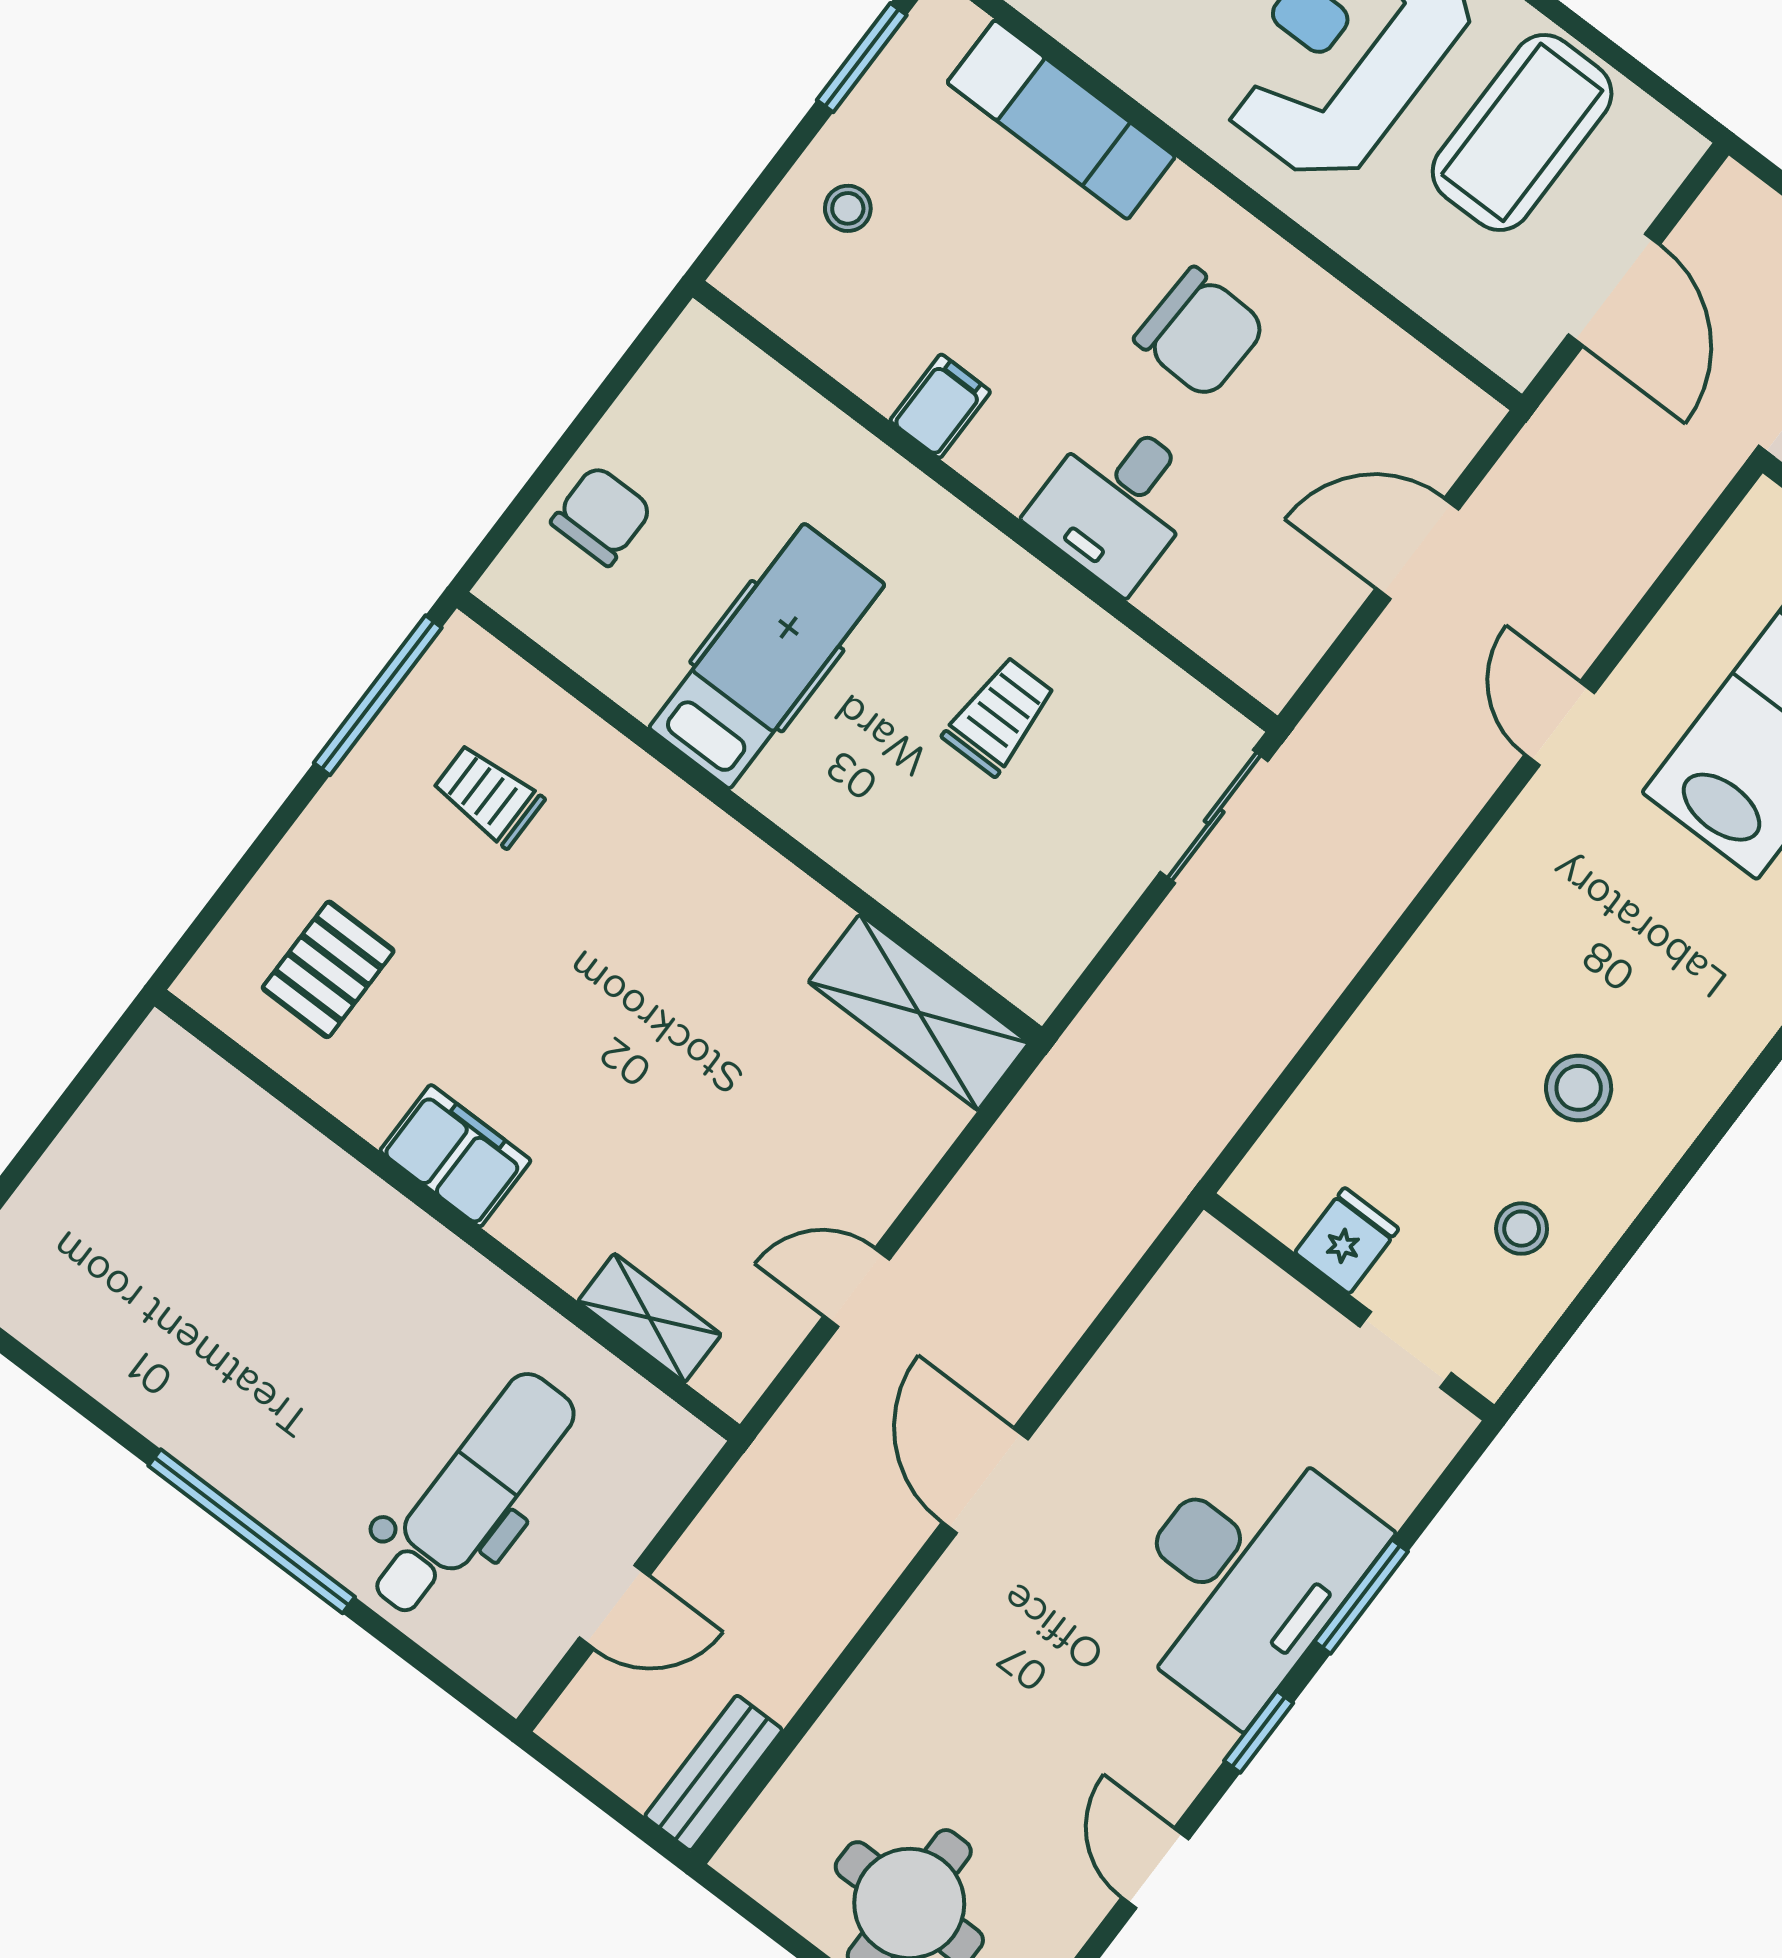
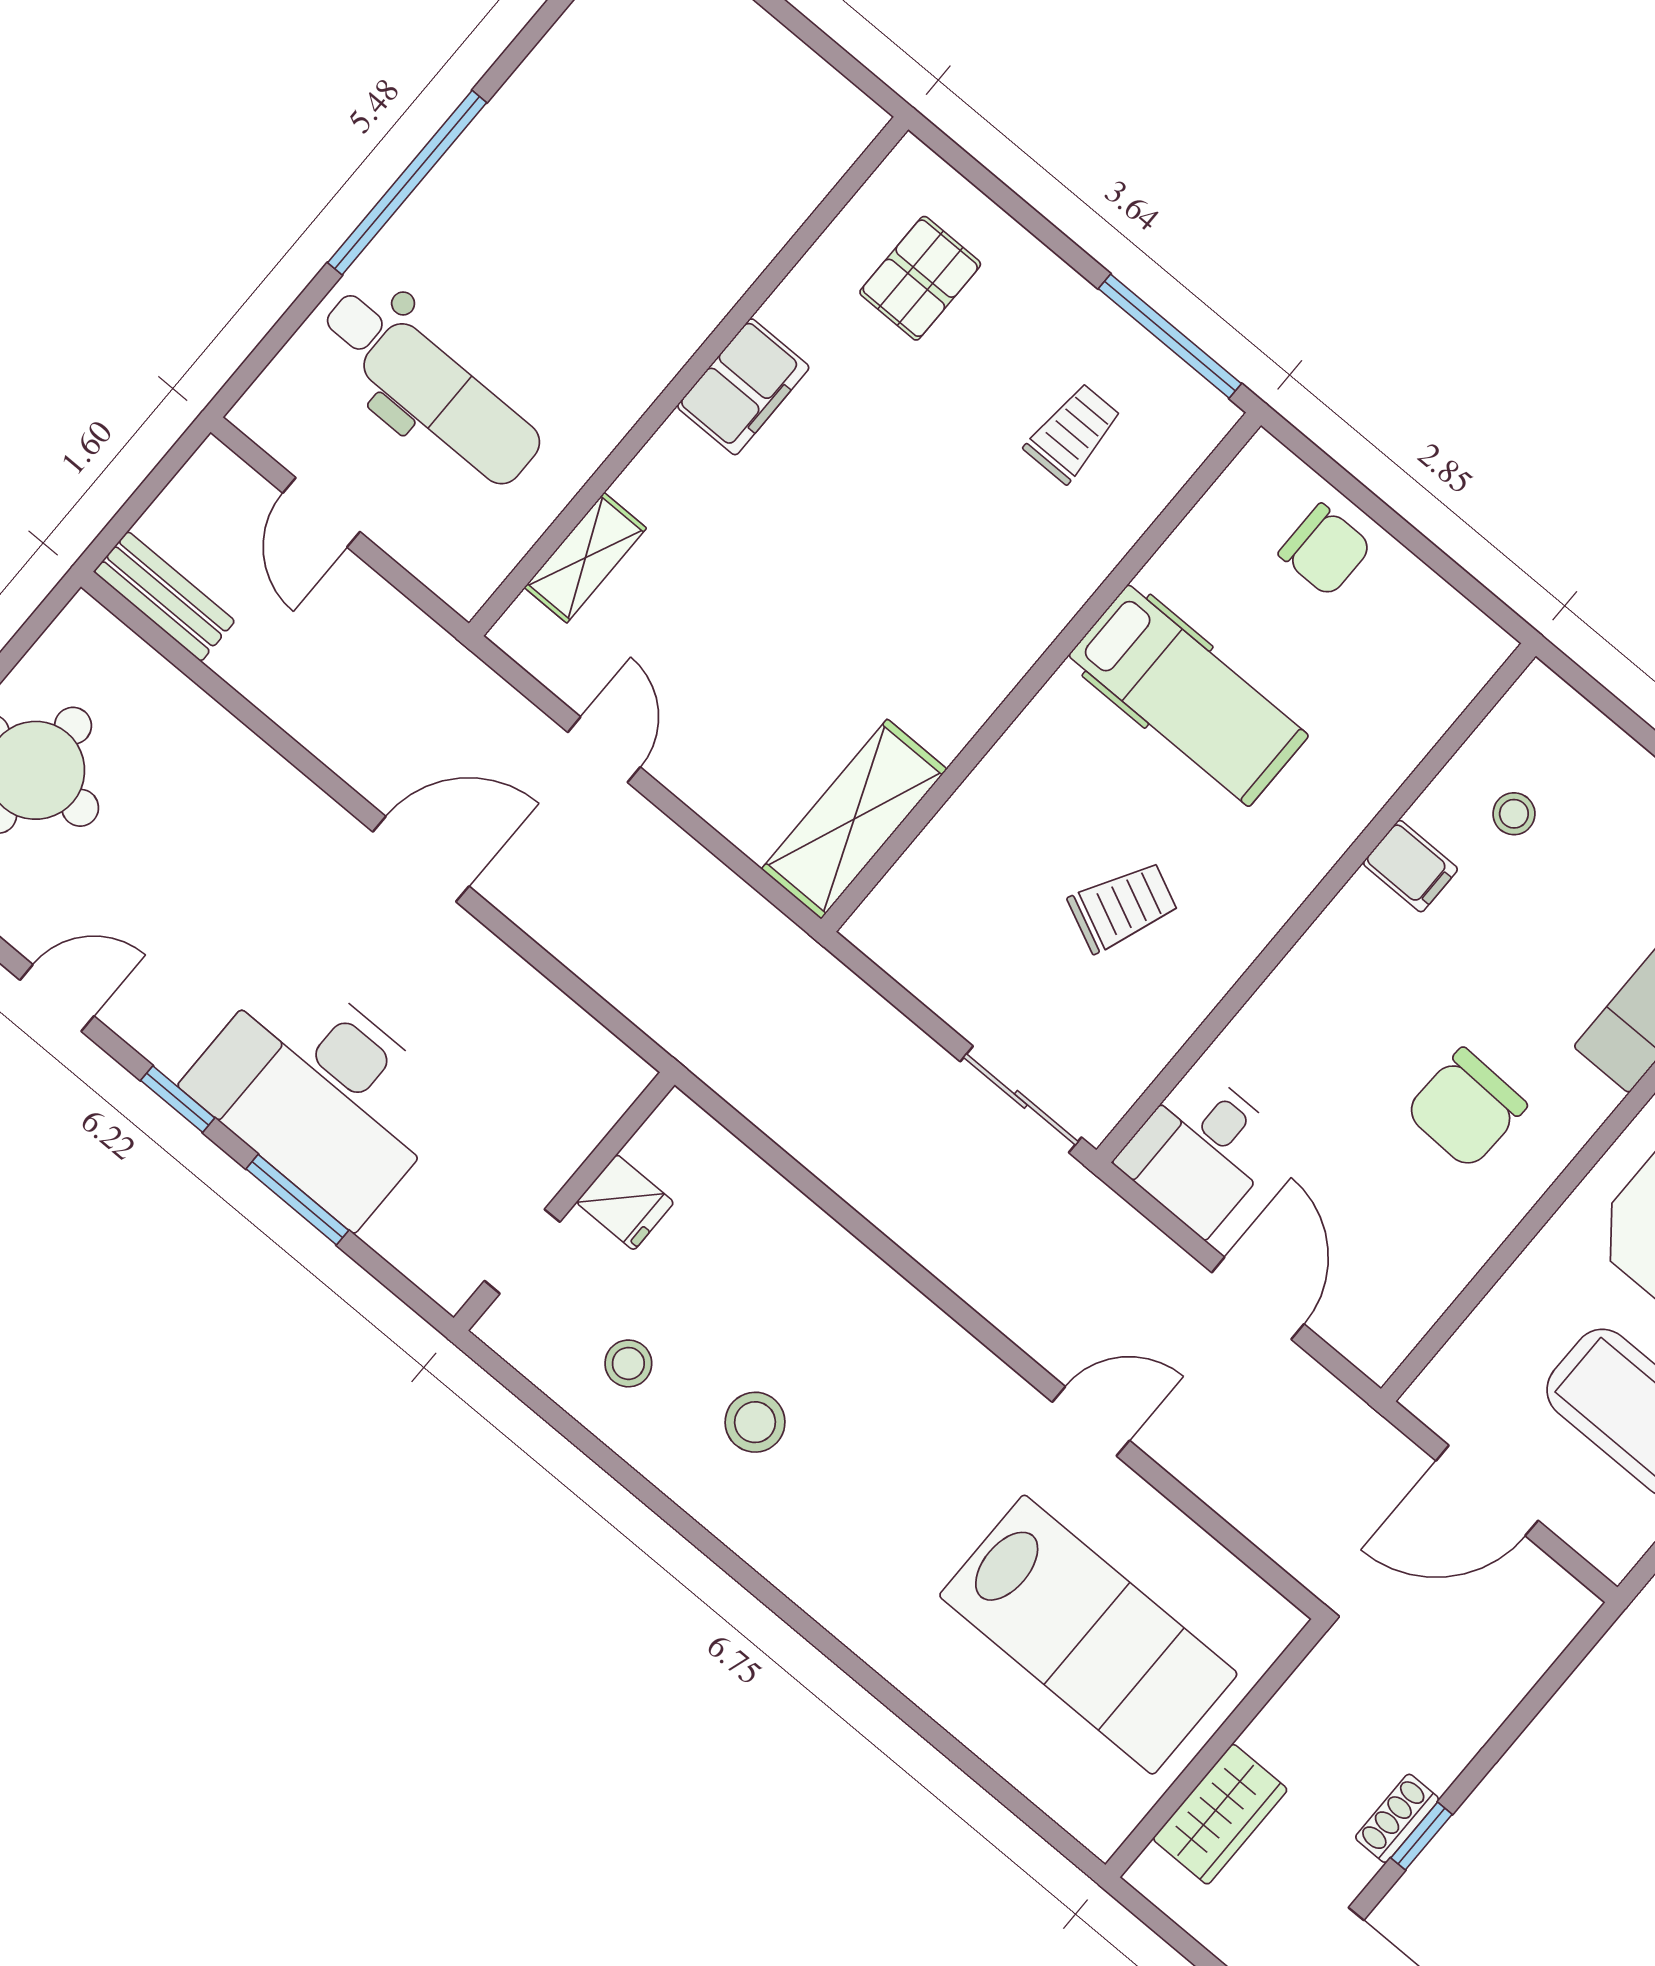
stool: (848, 208) -> (1514, 814), moved
desk: (1116, 502) -> (1201, 1151), moved, turned -90
trolley: (999, 716) -> (1123, 907), turned -65
pallet: (328, 969) -> (920, 278), turned 90

